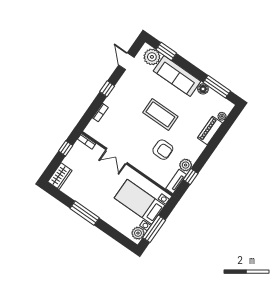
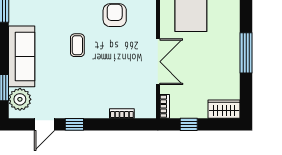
window: (107, 89) -> (74, 124), moved
floor lamp: (203, 89) -> (16, 18), removed
coffee table: (160, 114) -> (77, 45), width x0.54, depth x0.58
double door: (116, 156) -> (158, 62), width x1.37

